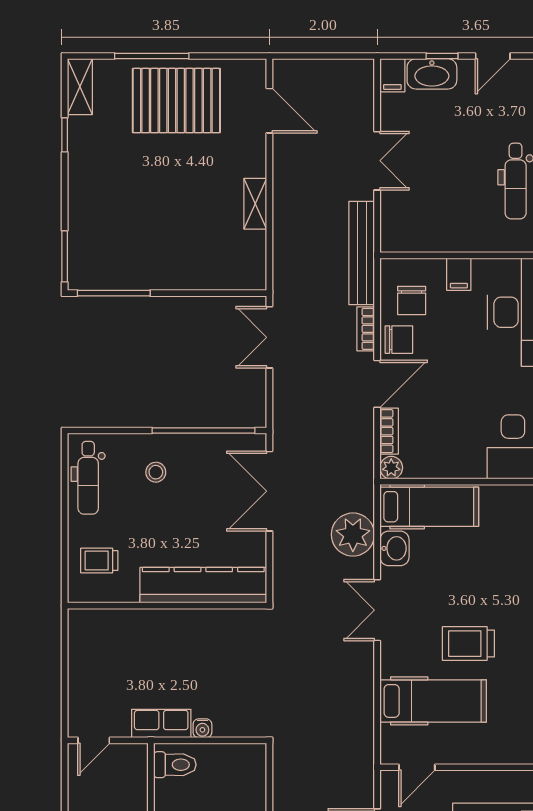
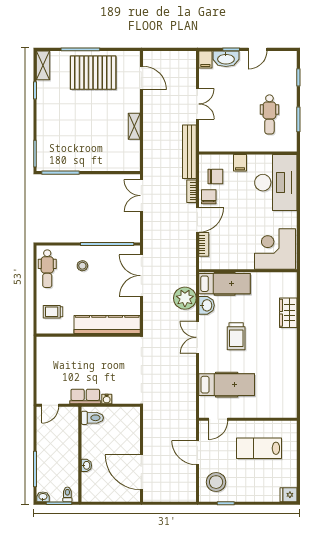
chair: (412, 300) -> (215, 176), turned -90
chair: (399, 340) -> (209, 197), turned -90
plant: (391, 468) -> (205, 263), removed
trolley: (468, 644) -> (236, 336), moved, turned -90

